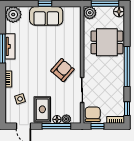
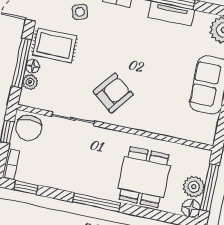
plant: (90, 13) -> (194, 187), moved
window: (127, 66) -> (97, 202), width x0.68
armchair: (63, 70) -> (113, 93), turned -93
chair: (93, 114) -> (29, 128), turned 90

